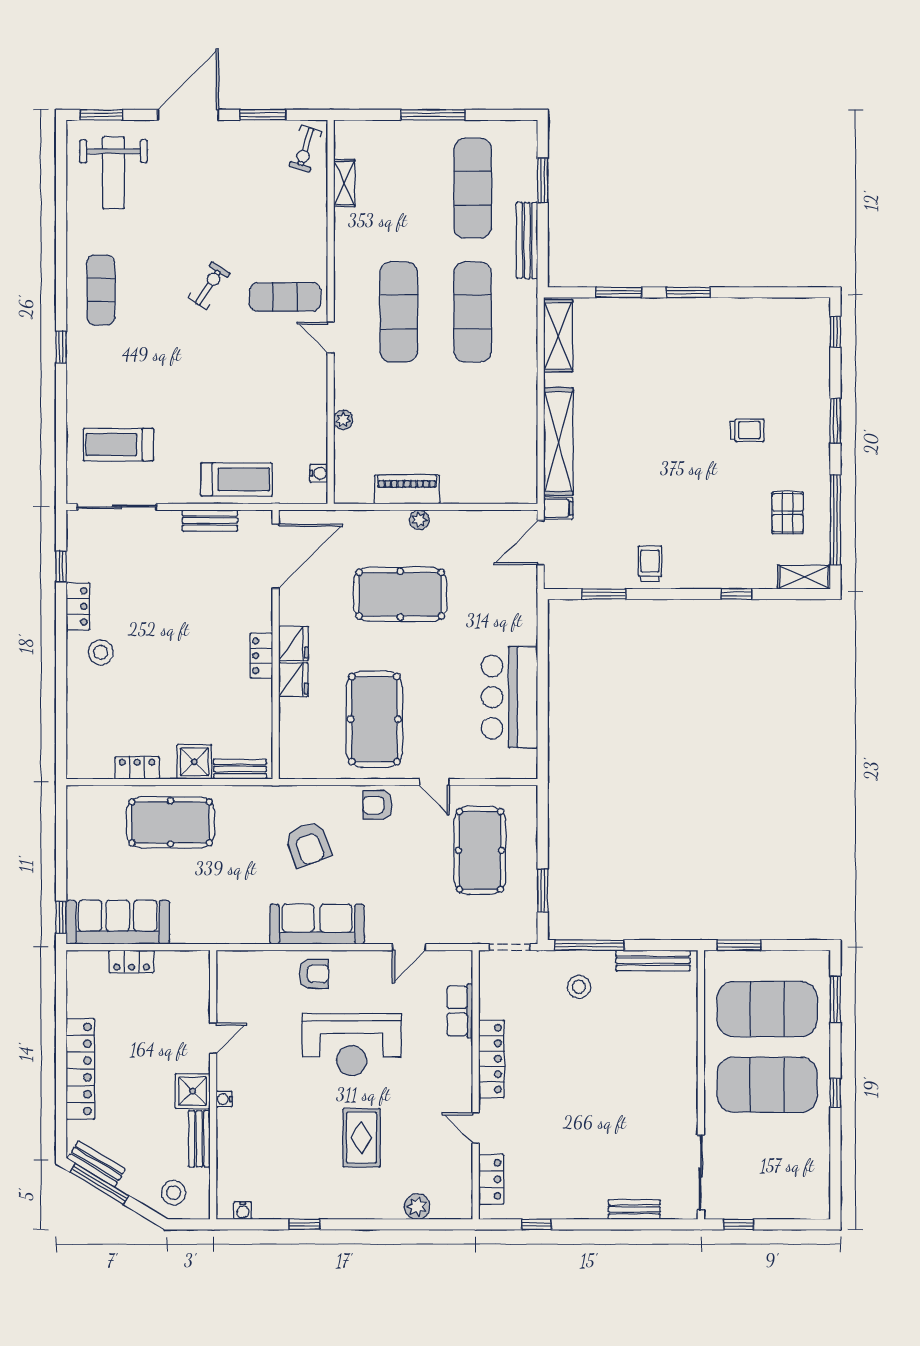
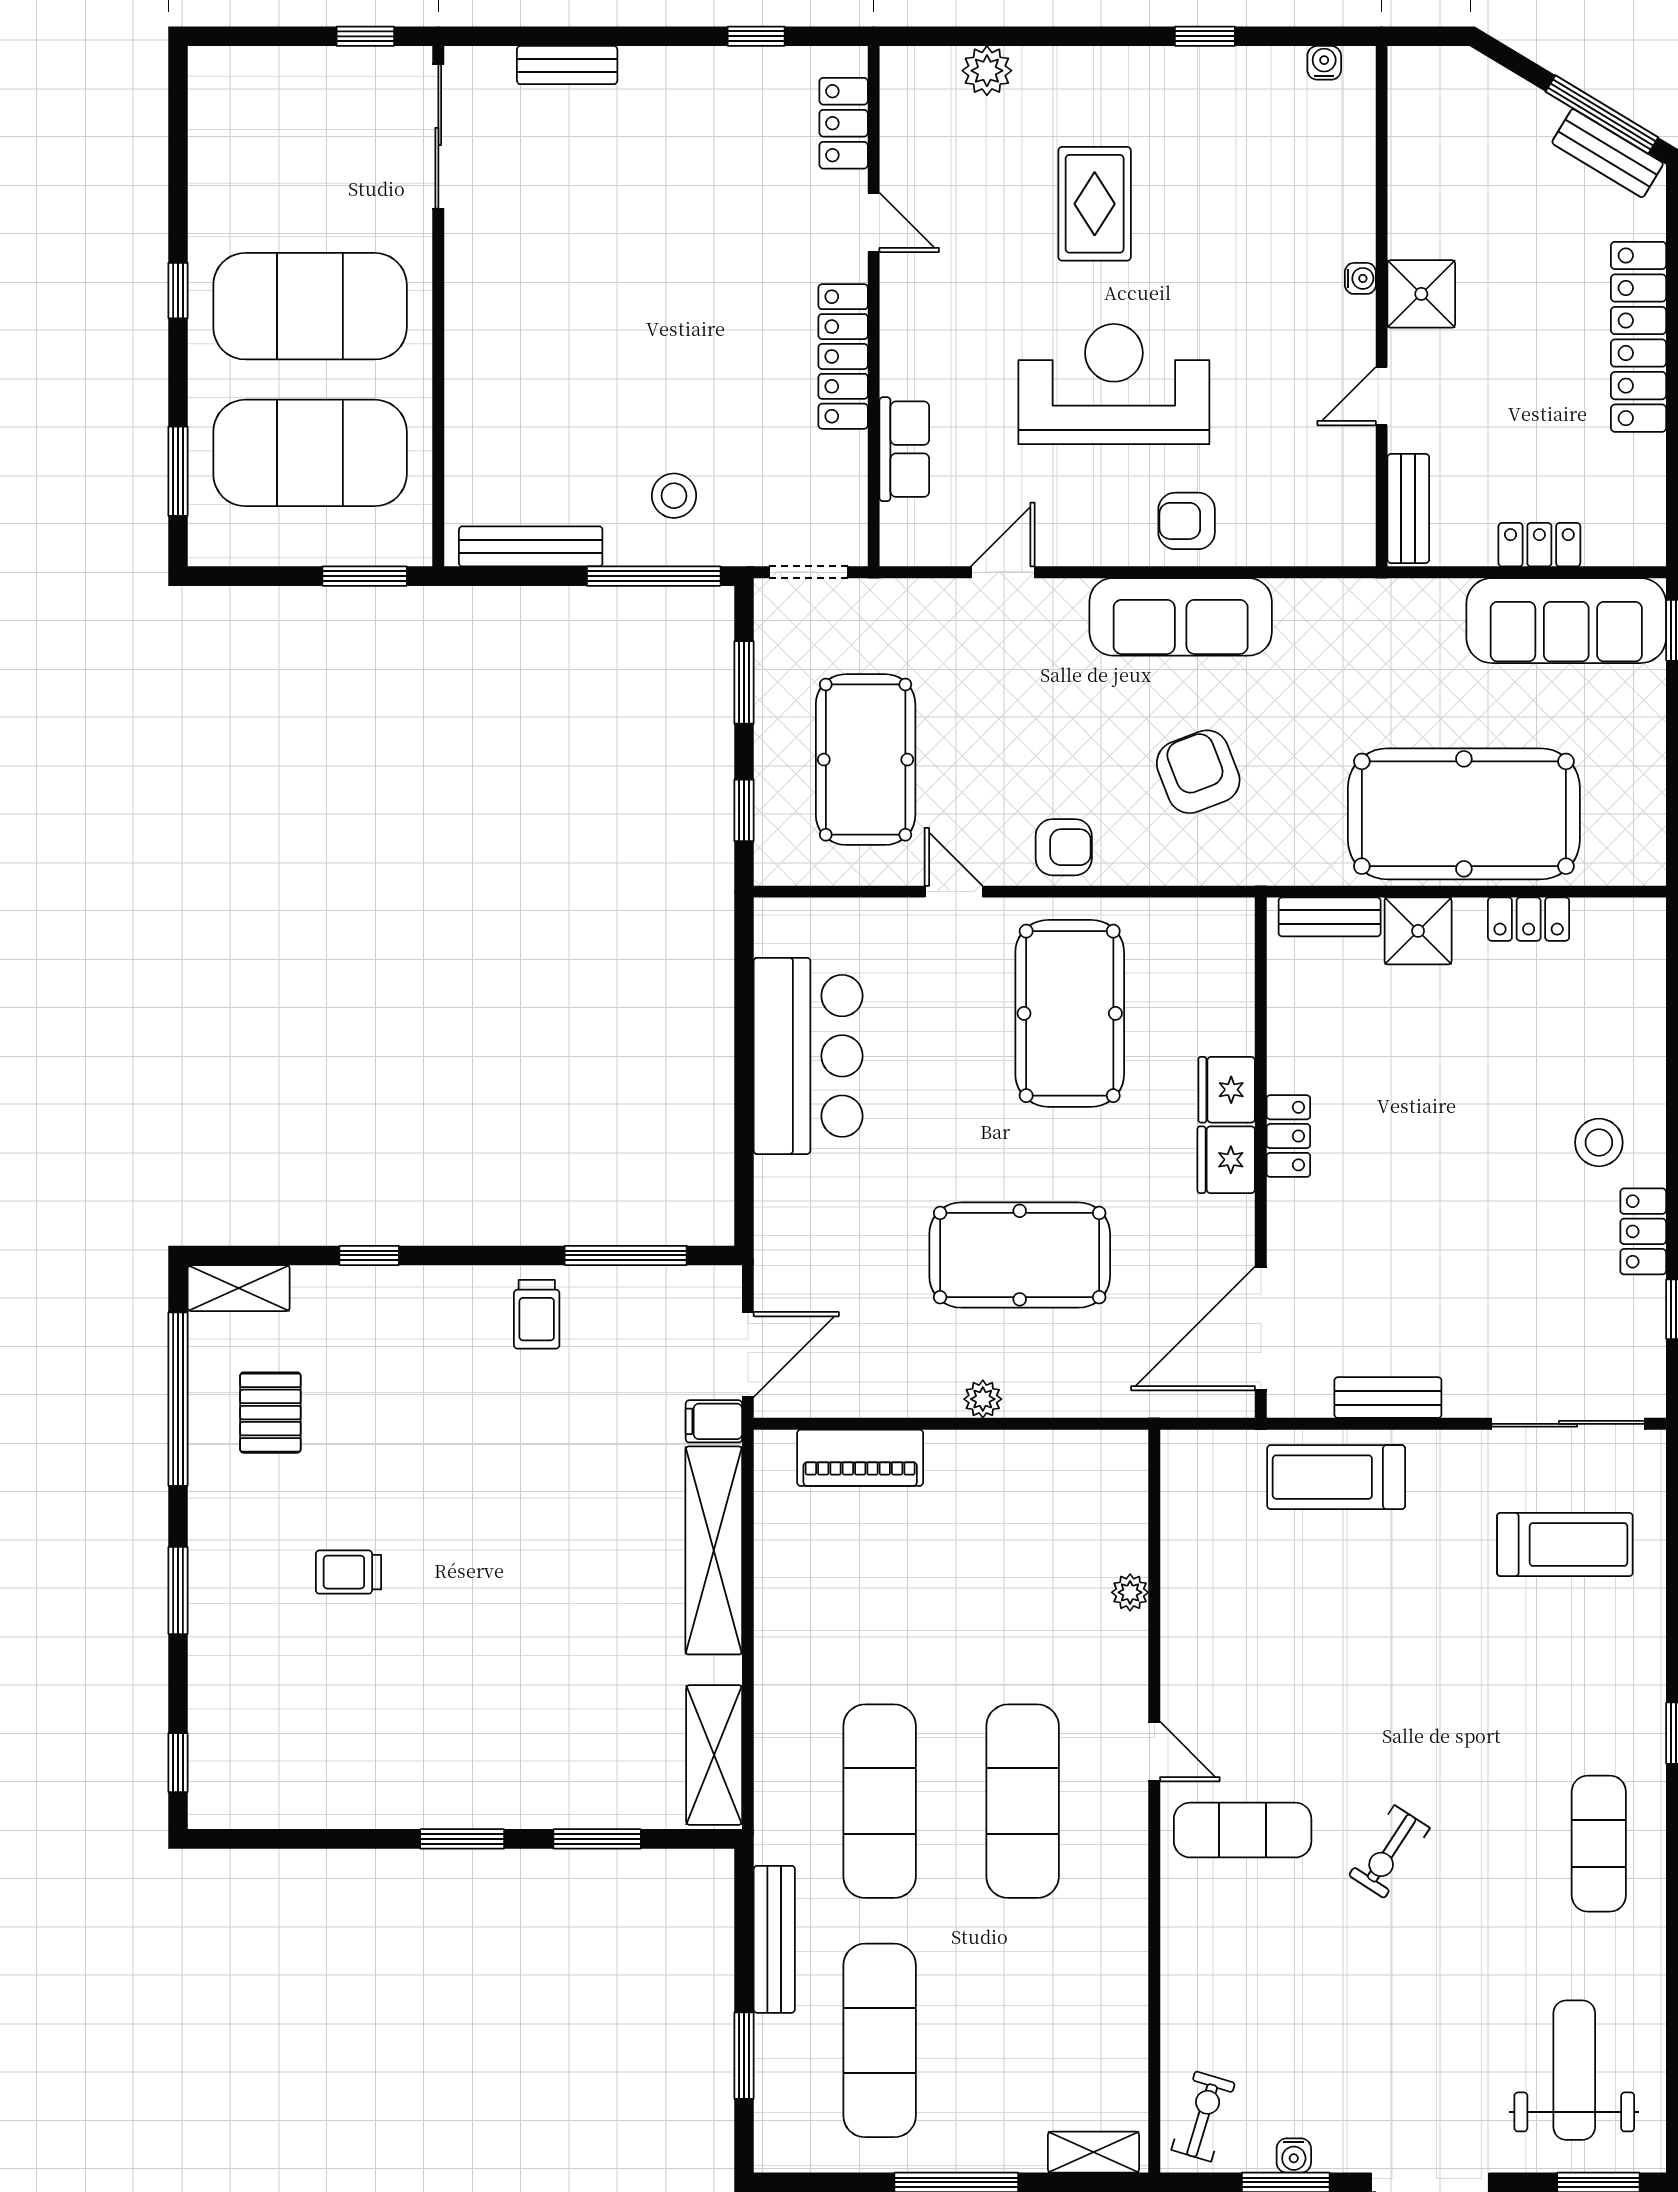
shelving: (344, 183) -> (1093, 2152), moved, turned 90
water cooler: (319, 473) -> (1294, 2156), moved, turned -90
piano: (407, 489) -> (860, 1458), moved
window: (604, 594) -> (626, 1255), width x1.44
pool table: (171, 822) -> (1464, 814), width x1.36, depth x1.32
window: (543, 824) -> (744, 810), added
bench: (199, 1139) -> (1408, 508), moved
stool: (174, 1193) -> (1458, 97), removed

